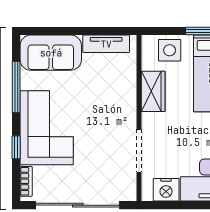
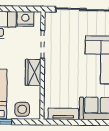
wardrobe: (153, 91) -> (33, 72), moved

